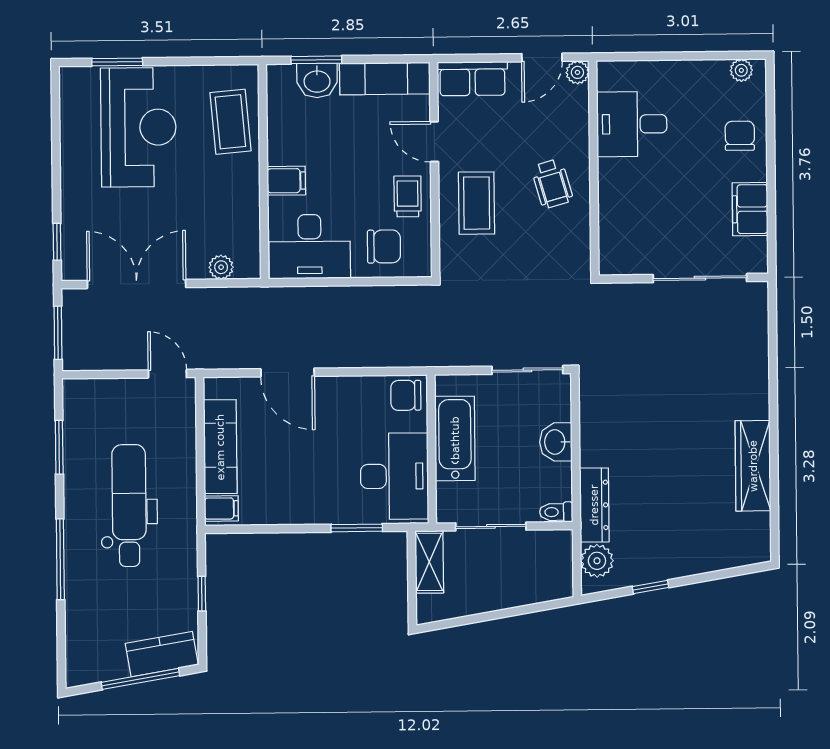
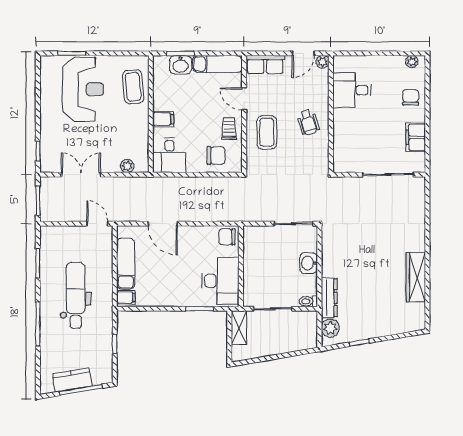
desk: (310, 247) -> (169, 155), width x0.73
double door: (137, 284) -> (81, 175), width x0.73
bathtub: (455, 438) -> (254, 261), removed
kitchen counter: (162, 654) -> (72, 380), moved

